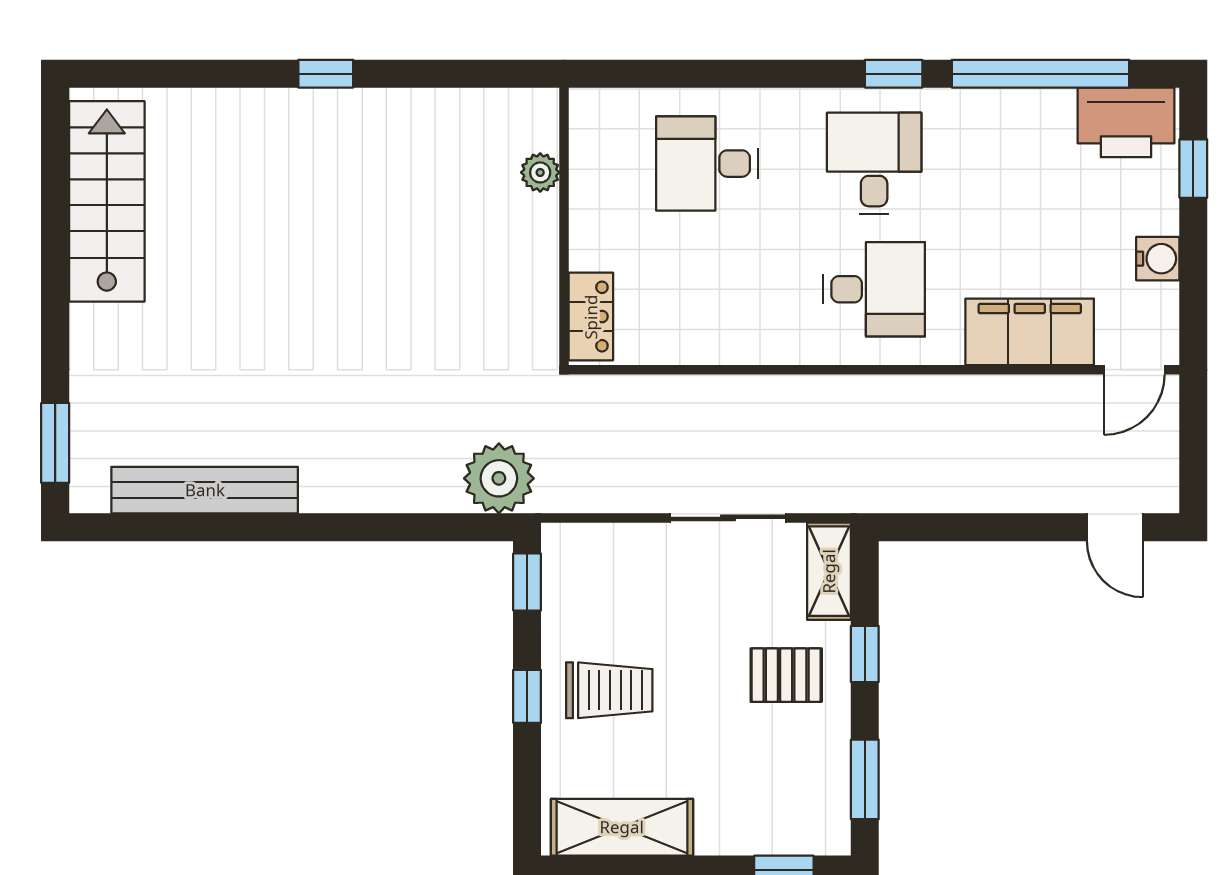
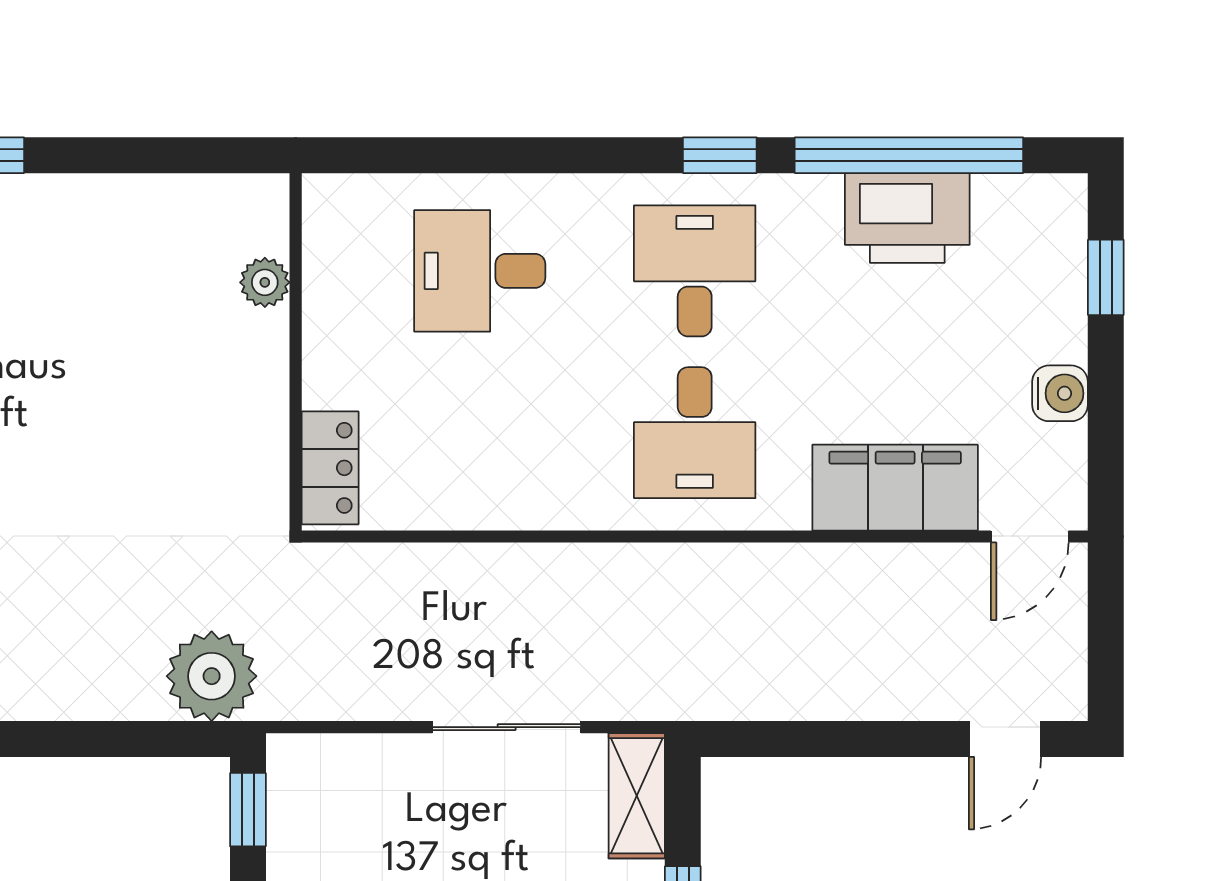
printer: (1126, 122) -> (907, 218), moved
desk: (874, 289) -> (695, 433), turned 90
door: (1115, 527) -> (1005, 739), hinge flipped

